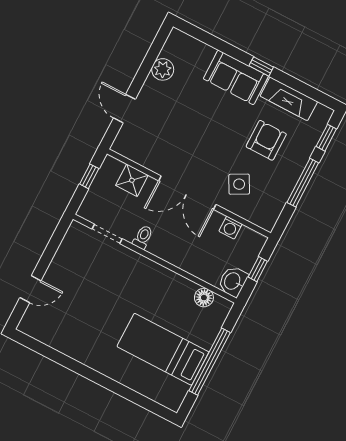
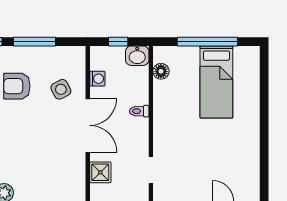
toilet: (143, 237) -> (139, 111), moved

